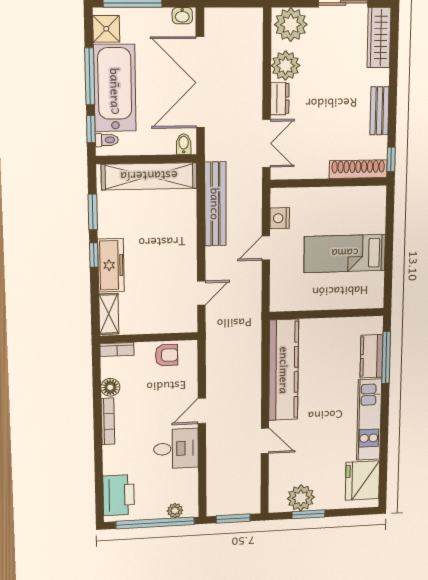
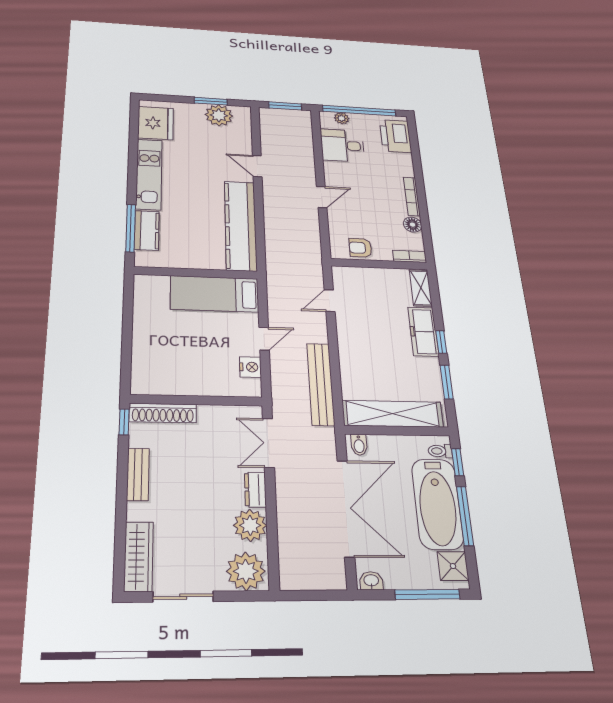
bed: (345, 253) -> (215, 294), moved, turned 180
desk: (176, 449) -> (342, 145), moved

